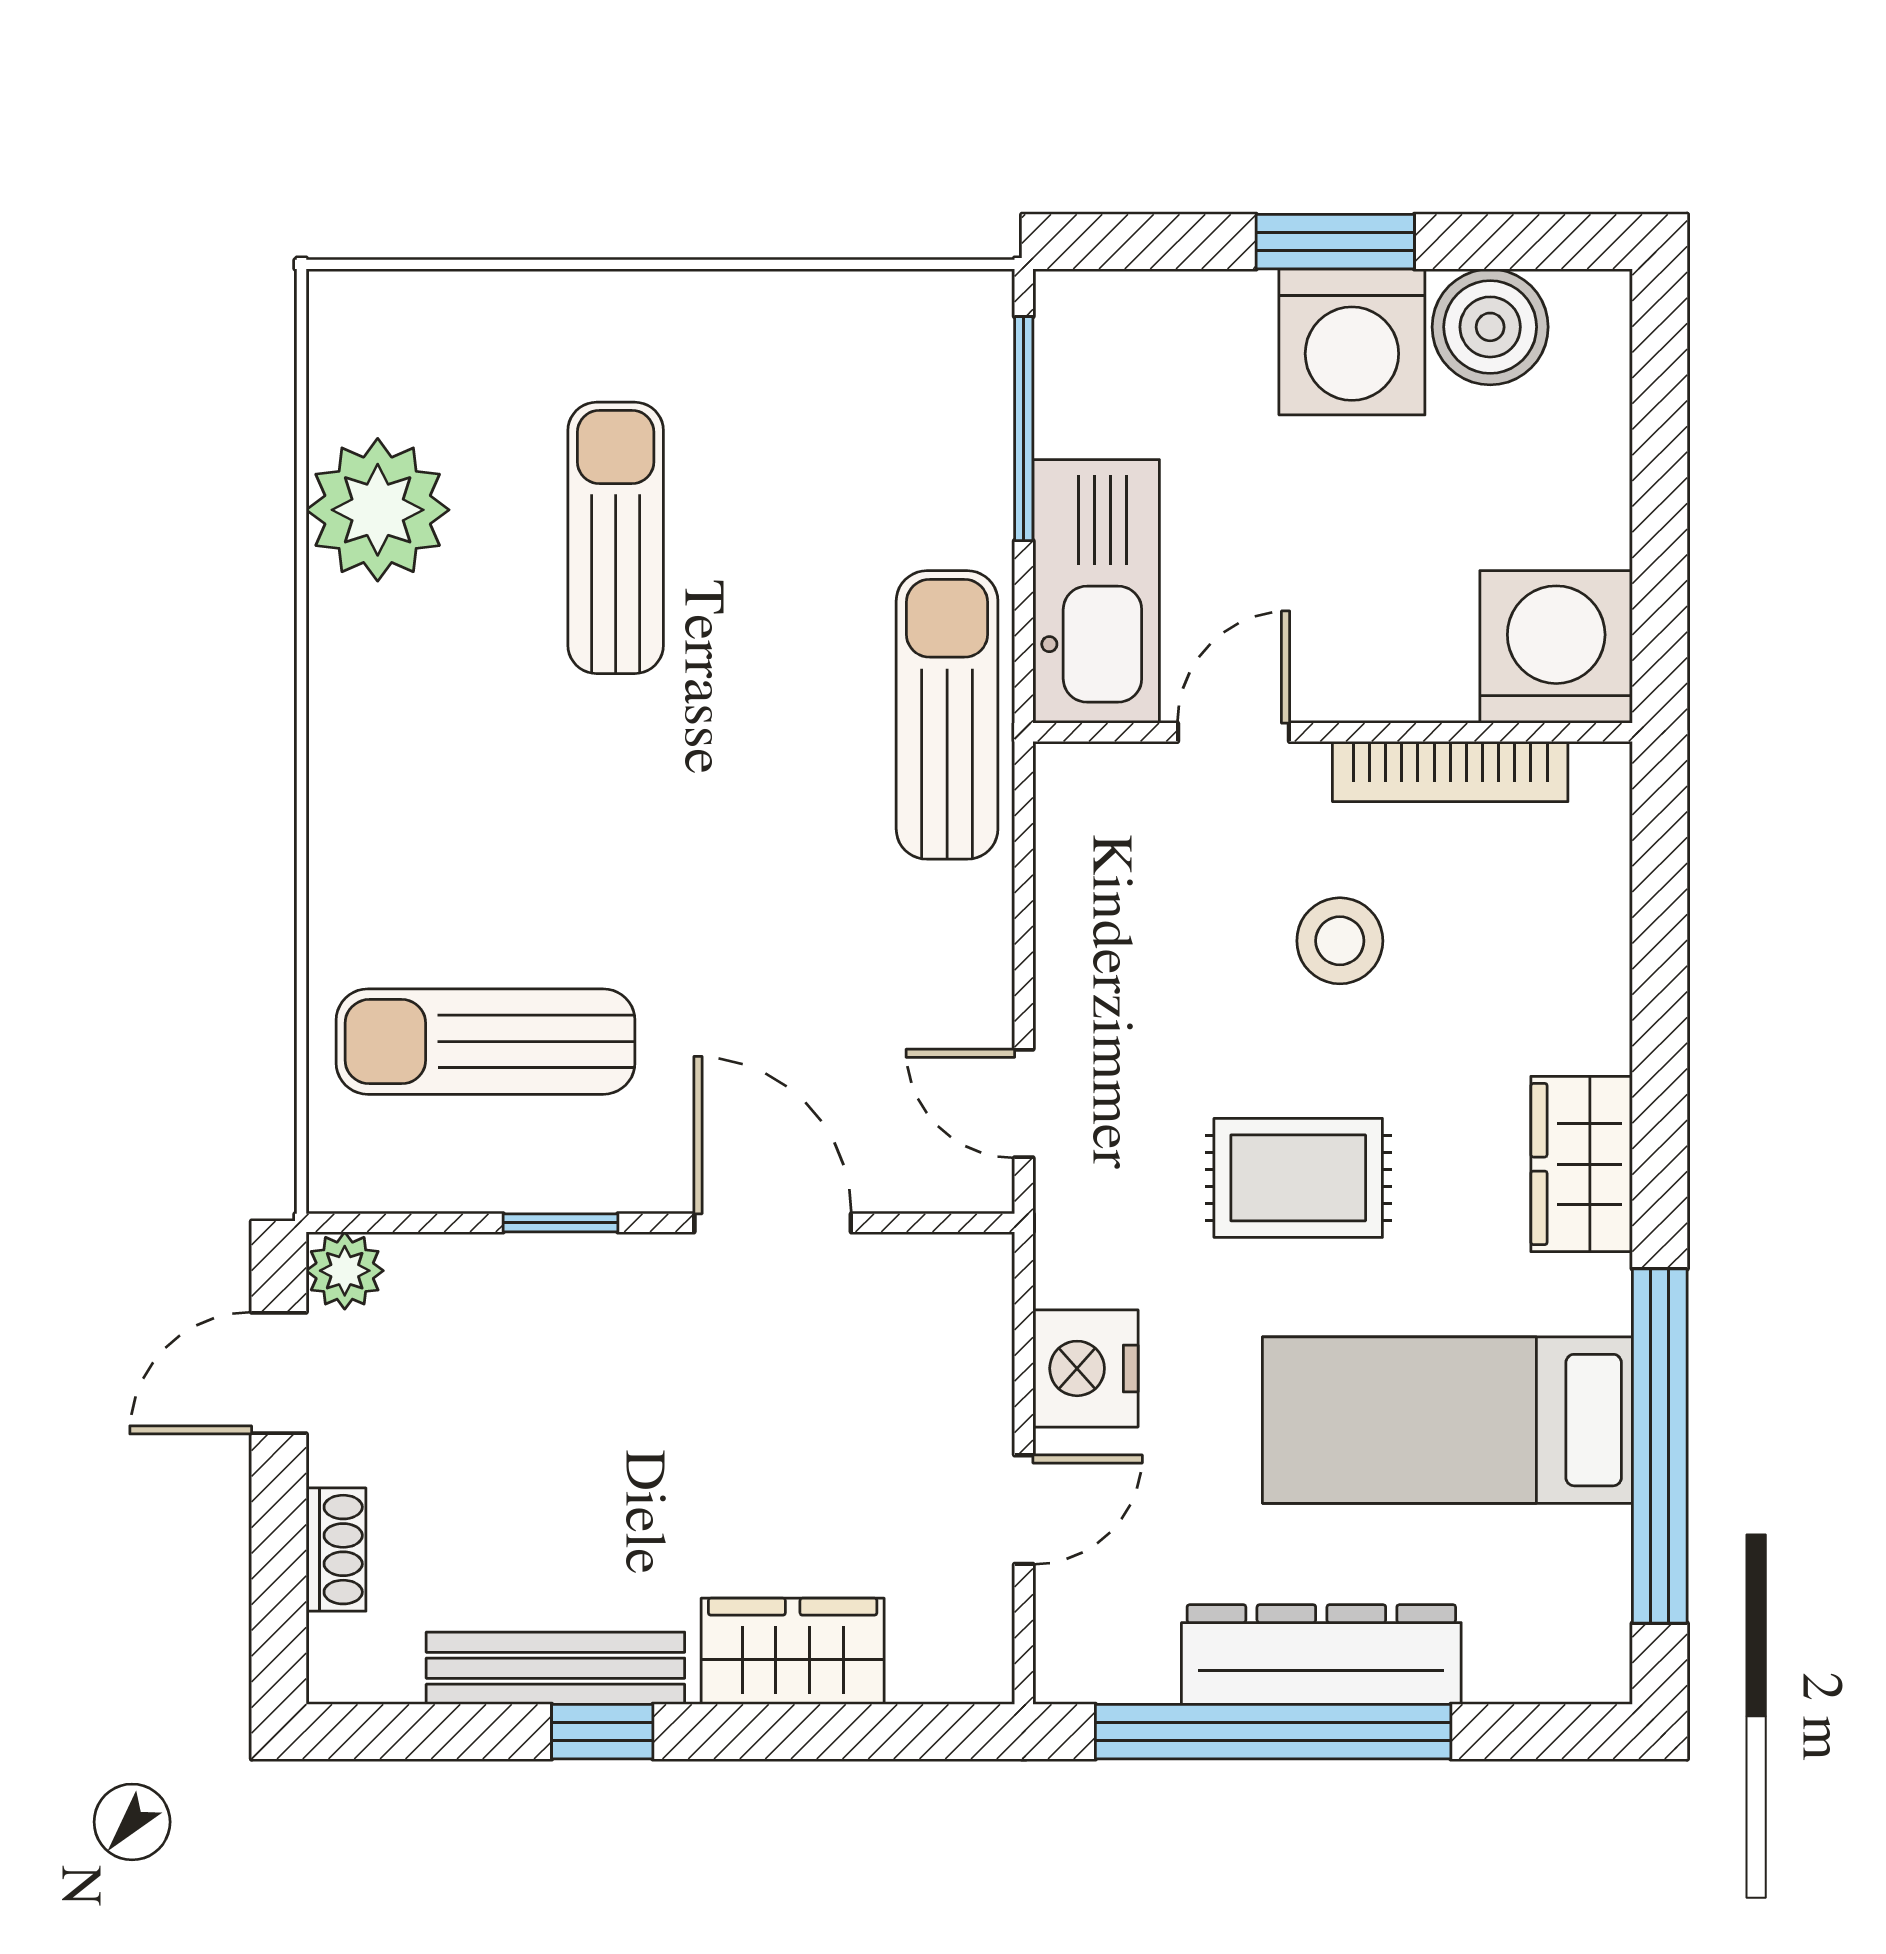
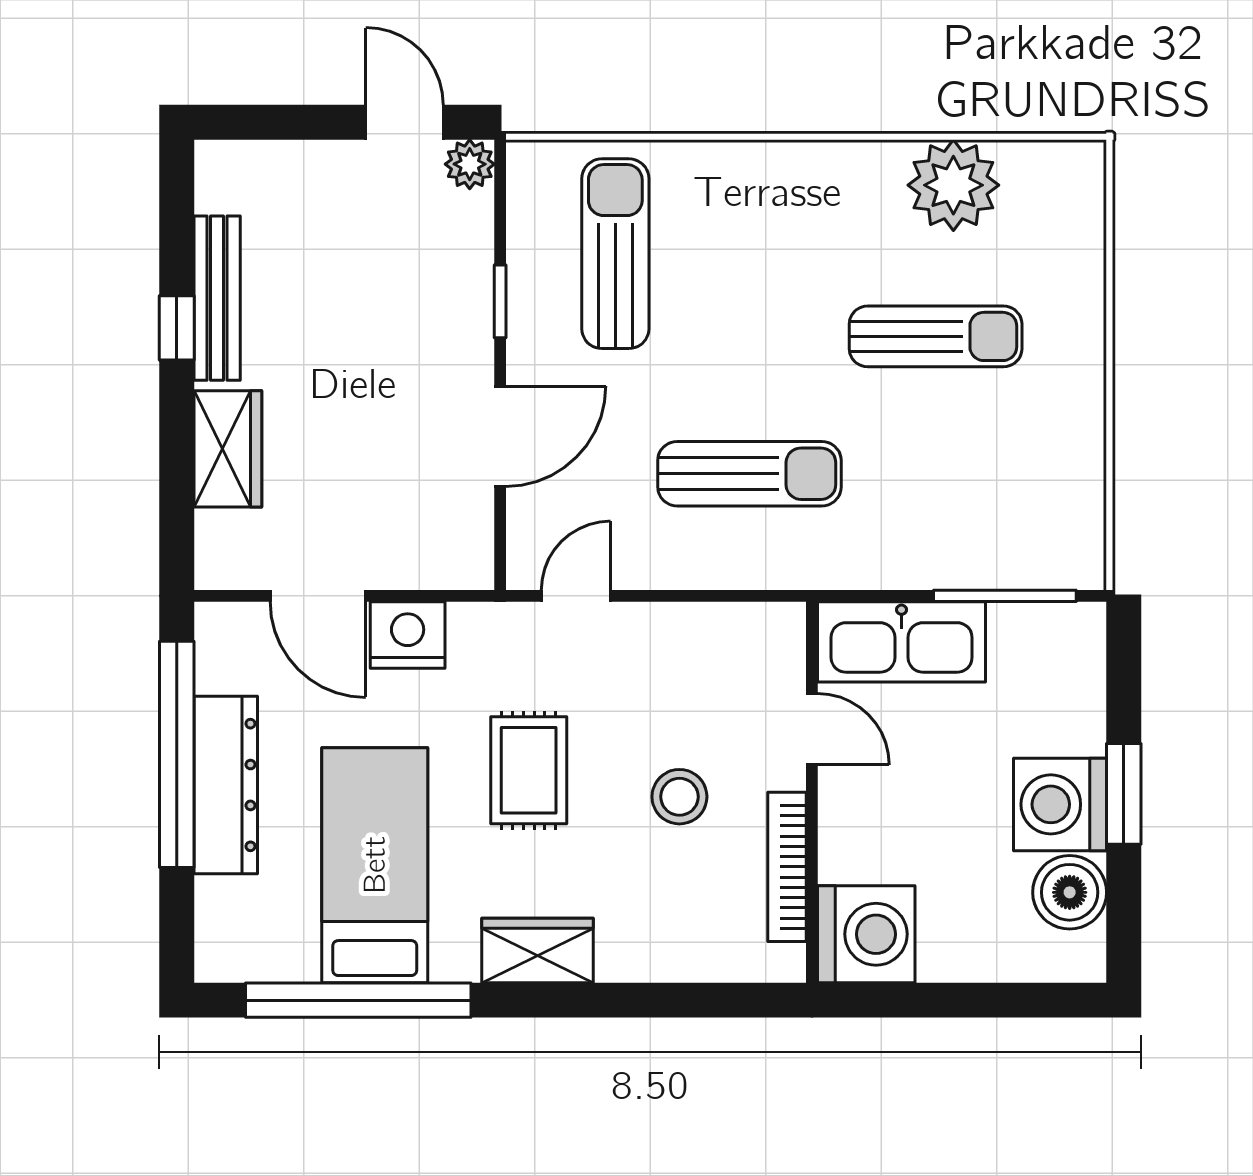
sun lounger: (947, 715) -> (749, 474), moved
door: (1024, 1510) -> (318, 596), width x1.38
shoe rack: (336, 1550) -> (292, 159), removed

